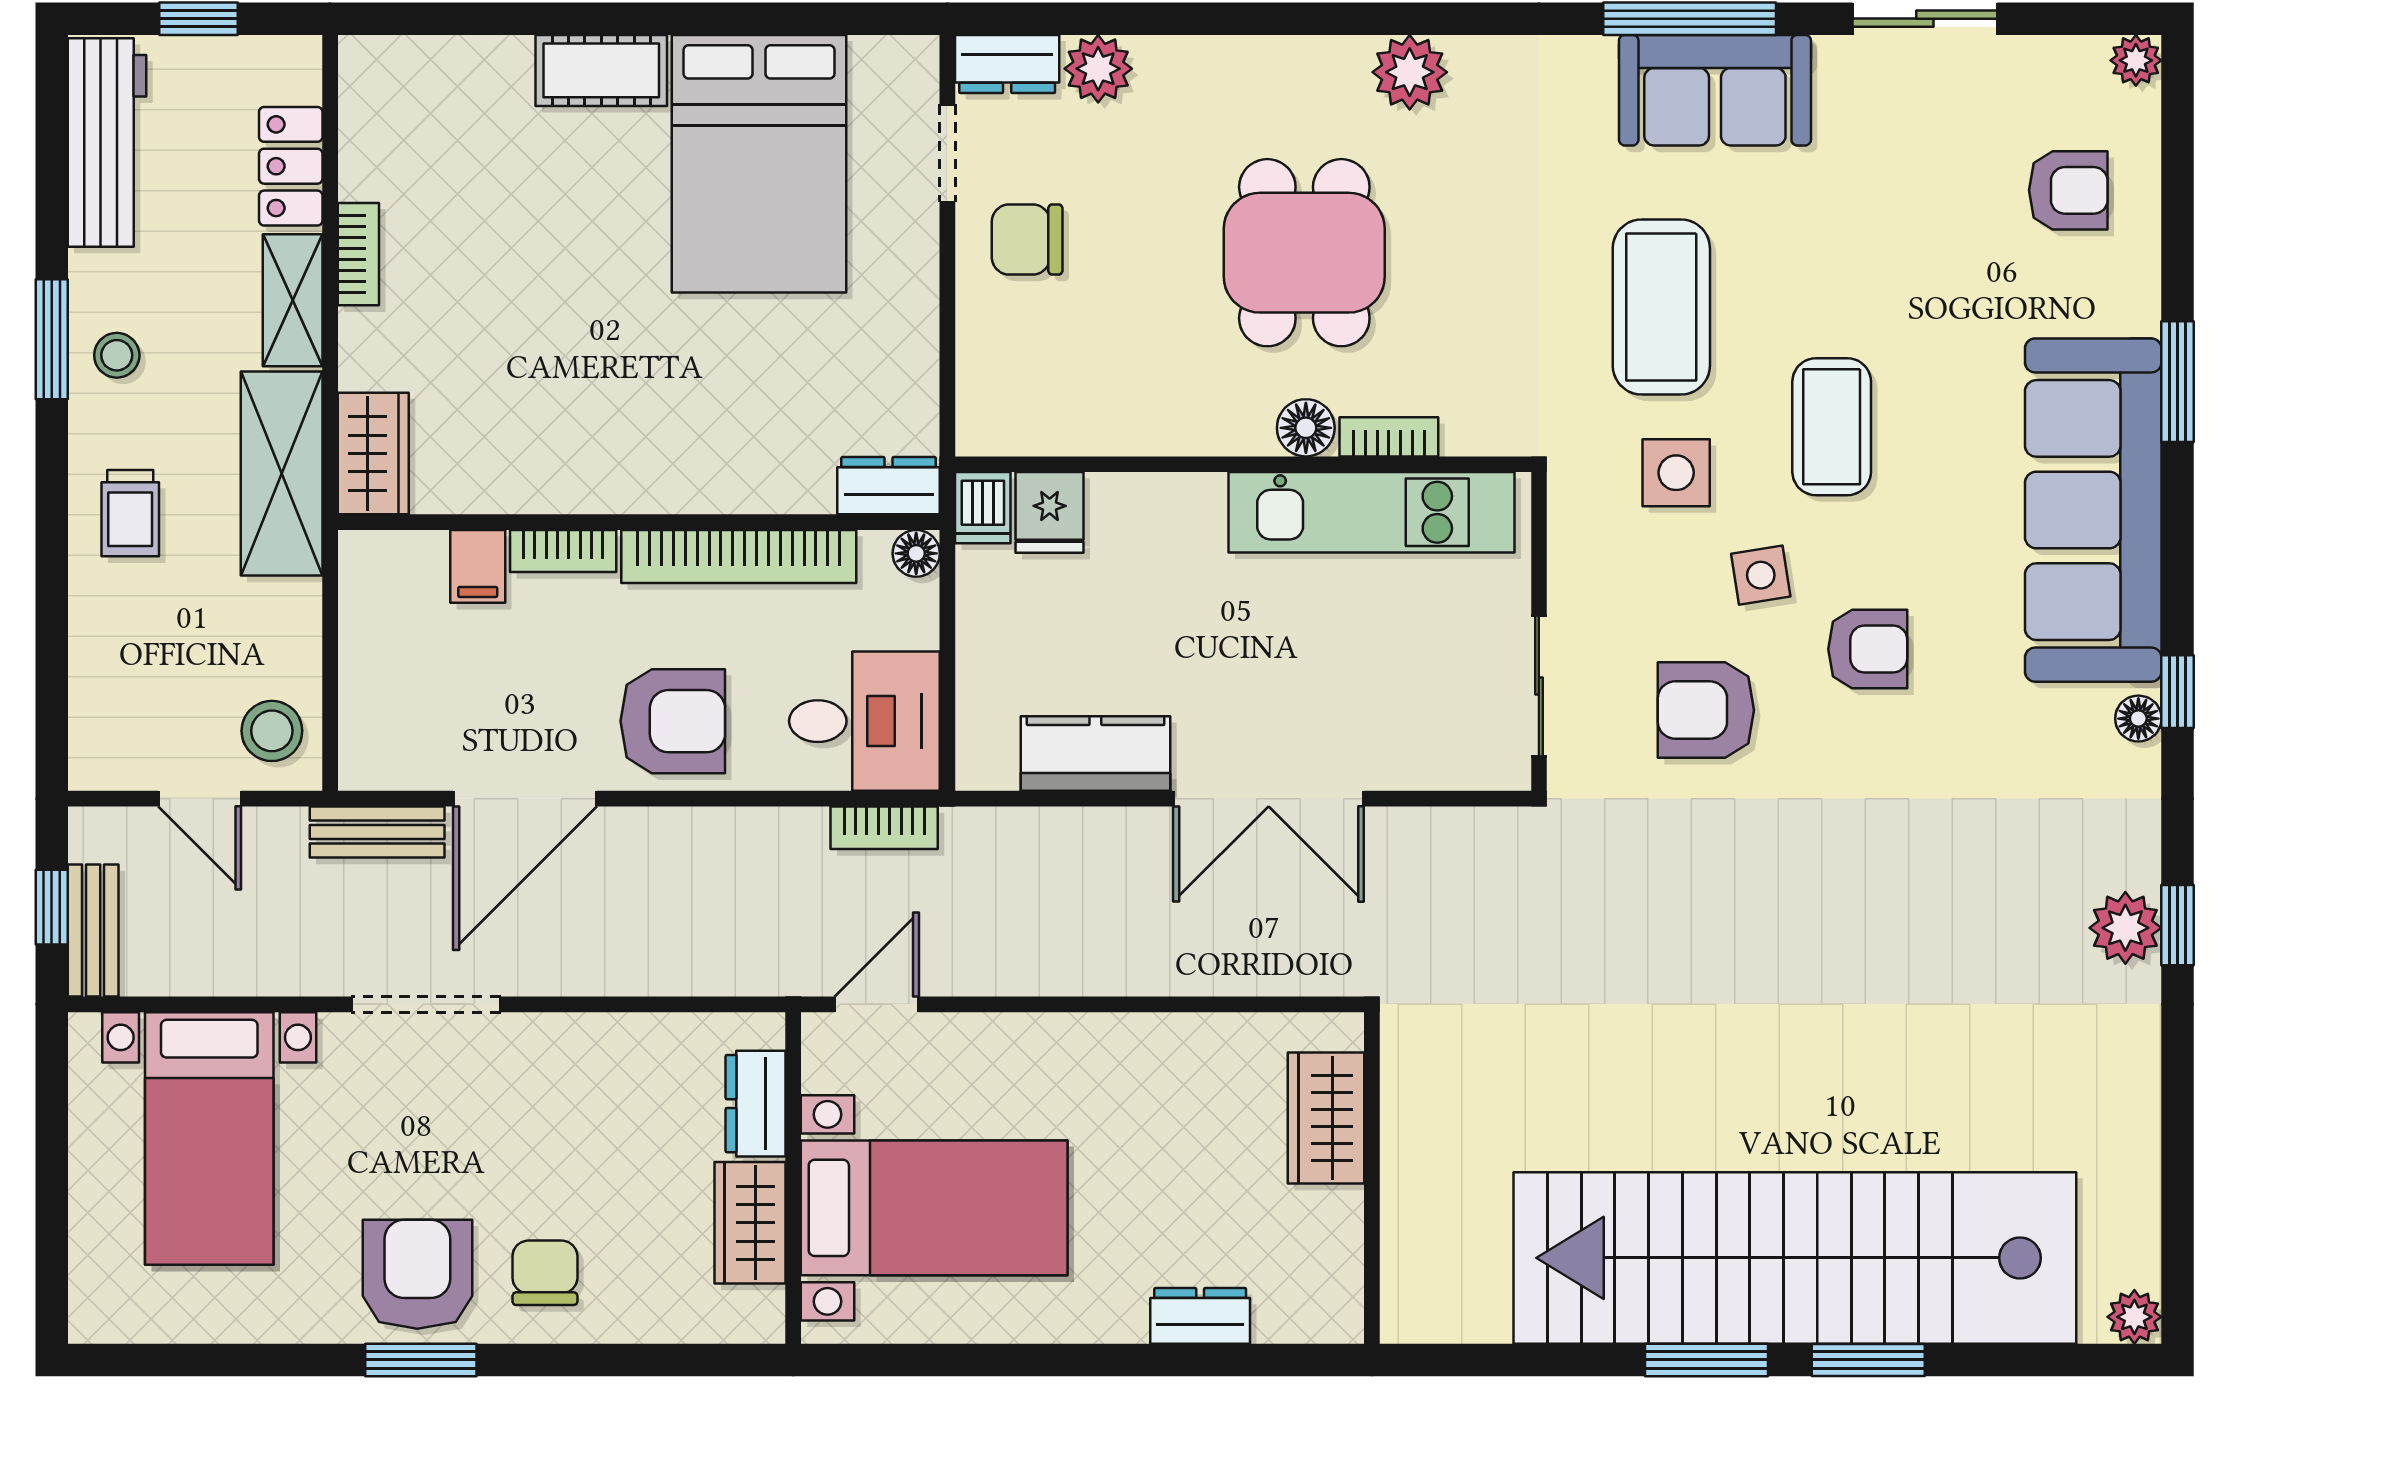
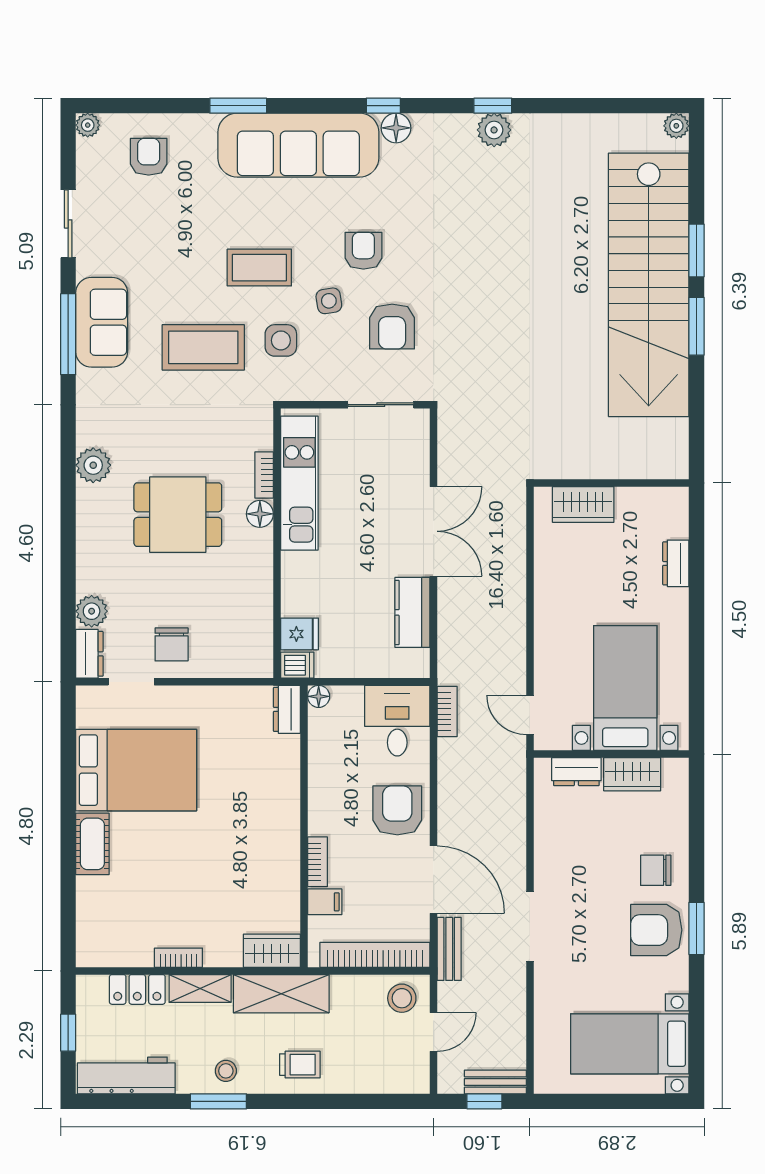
bookcase: (739, 557) -> (375, 955), moved, turned -90
floor lamp: (2138, 719) -> (396, 128), width x1.37, depth x1.37
bed with nightstands: (209, 1139) -> (630, 1044), moved, turned 180

